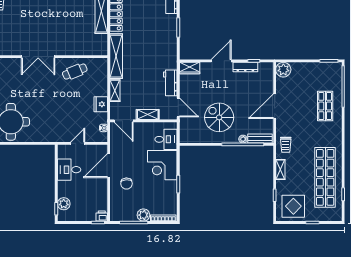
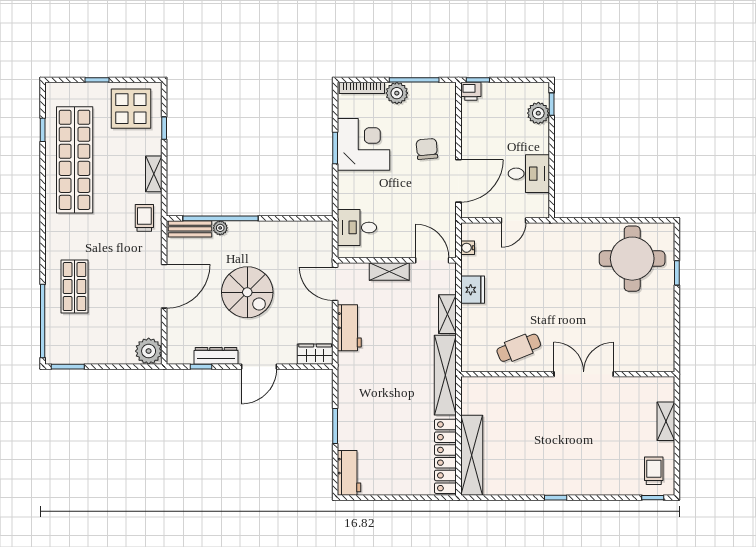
spiral stairs: (219, 117) -> (247, 292), moved
corner desk: (162, 165) -> (363, 144), moved

